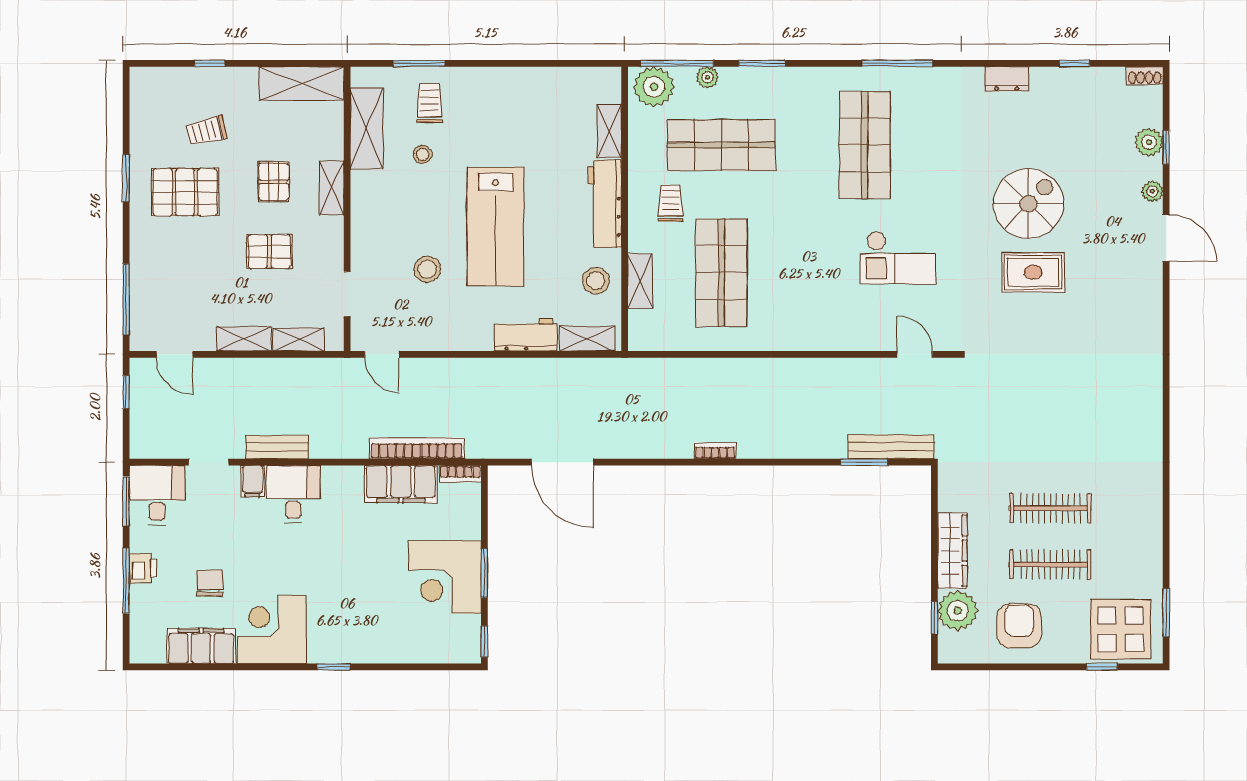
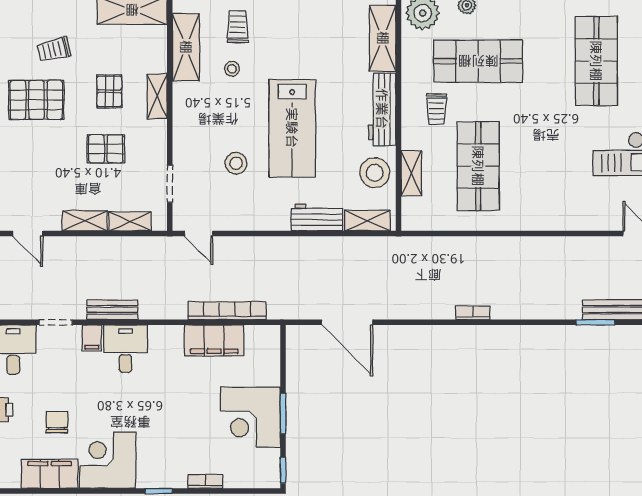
shelving: (609, 131) -> (383, 38), width x1.50, depth x1.33
trolley: (671, 203) -> (436, 109), turned 180
stool: (596, 281) -> (375, 173), width x1.38, depth x1.38
bookcase: (460, 474) -> (205, 481), moved, turned 180

